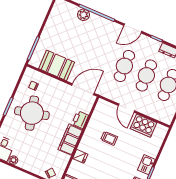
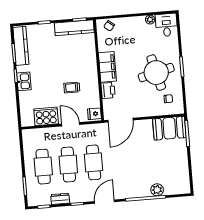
booth: (57, 65) -> (169, 128), moved
fridge: (80, 156) -> (94, 114), moved

